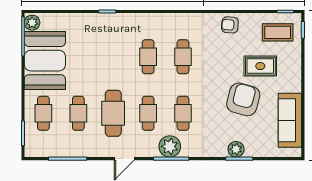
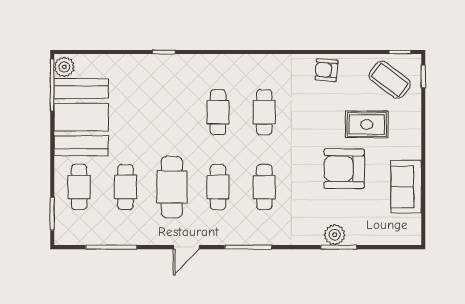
coffee table: (278, 32) -> (390, 80), turned 37
armchair: (243, 99) -> (344, 169), turned -105
sofa: (290, 120) -> (406, 187), width x0.73
plant: (170, 146) -> (247, 231), removed

